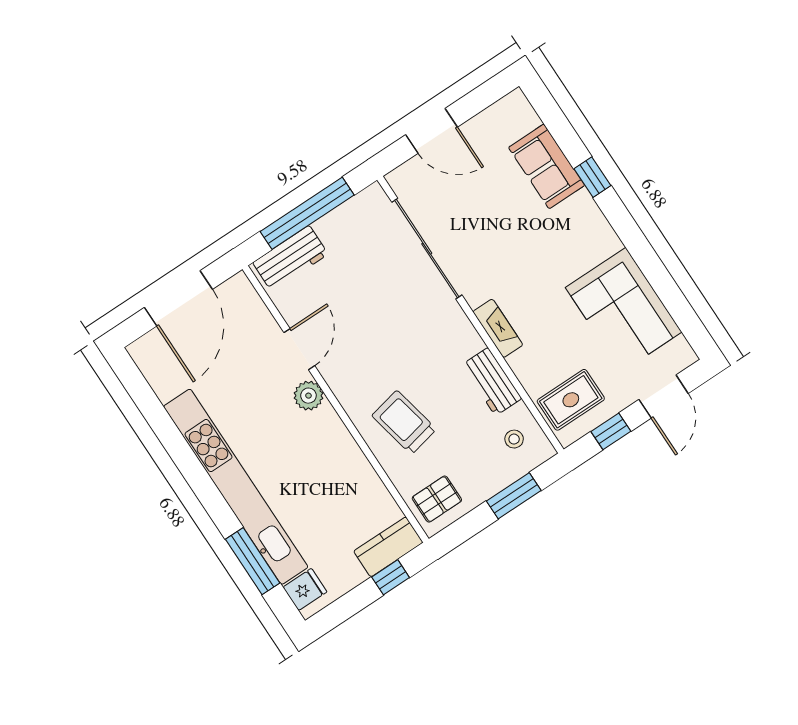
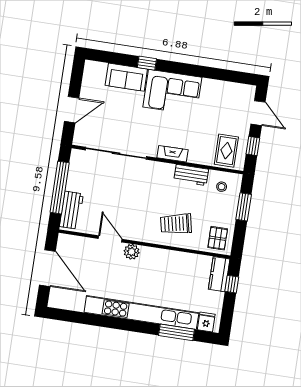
corner sofa: (624, 310) -> (172, 92), moved

